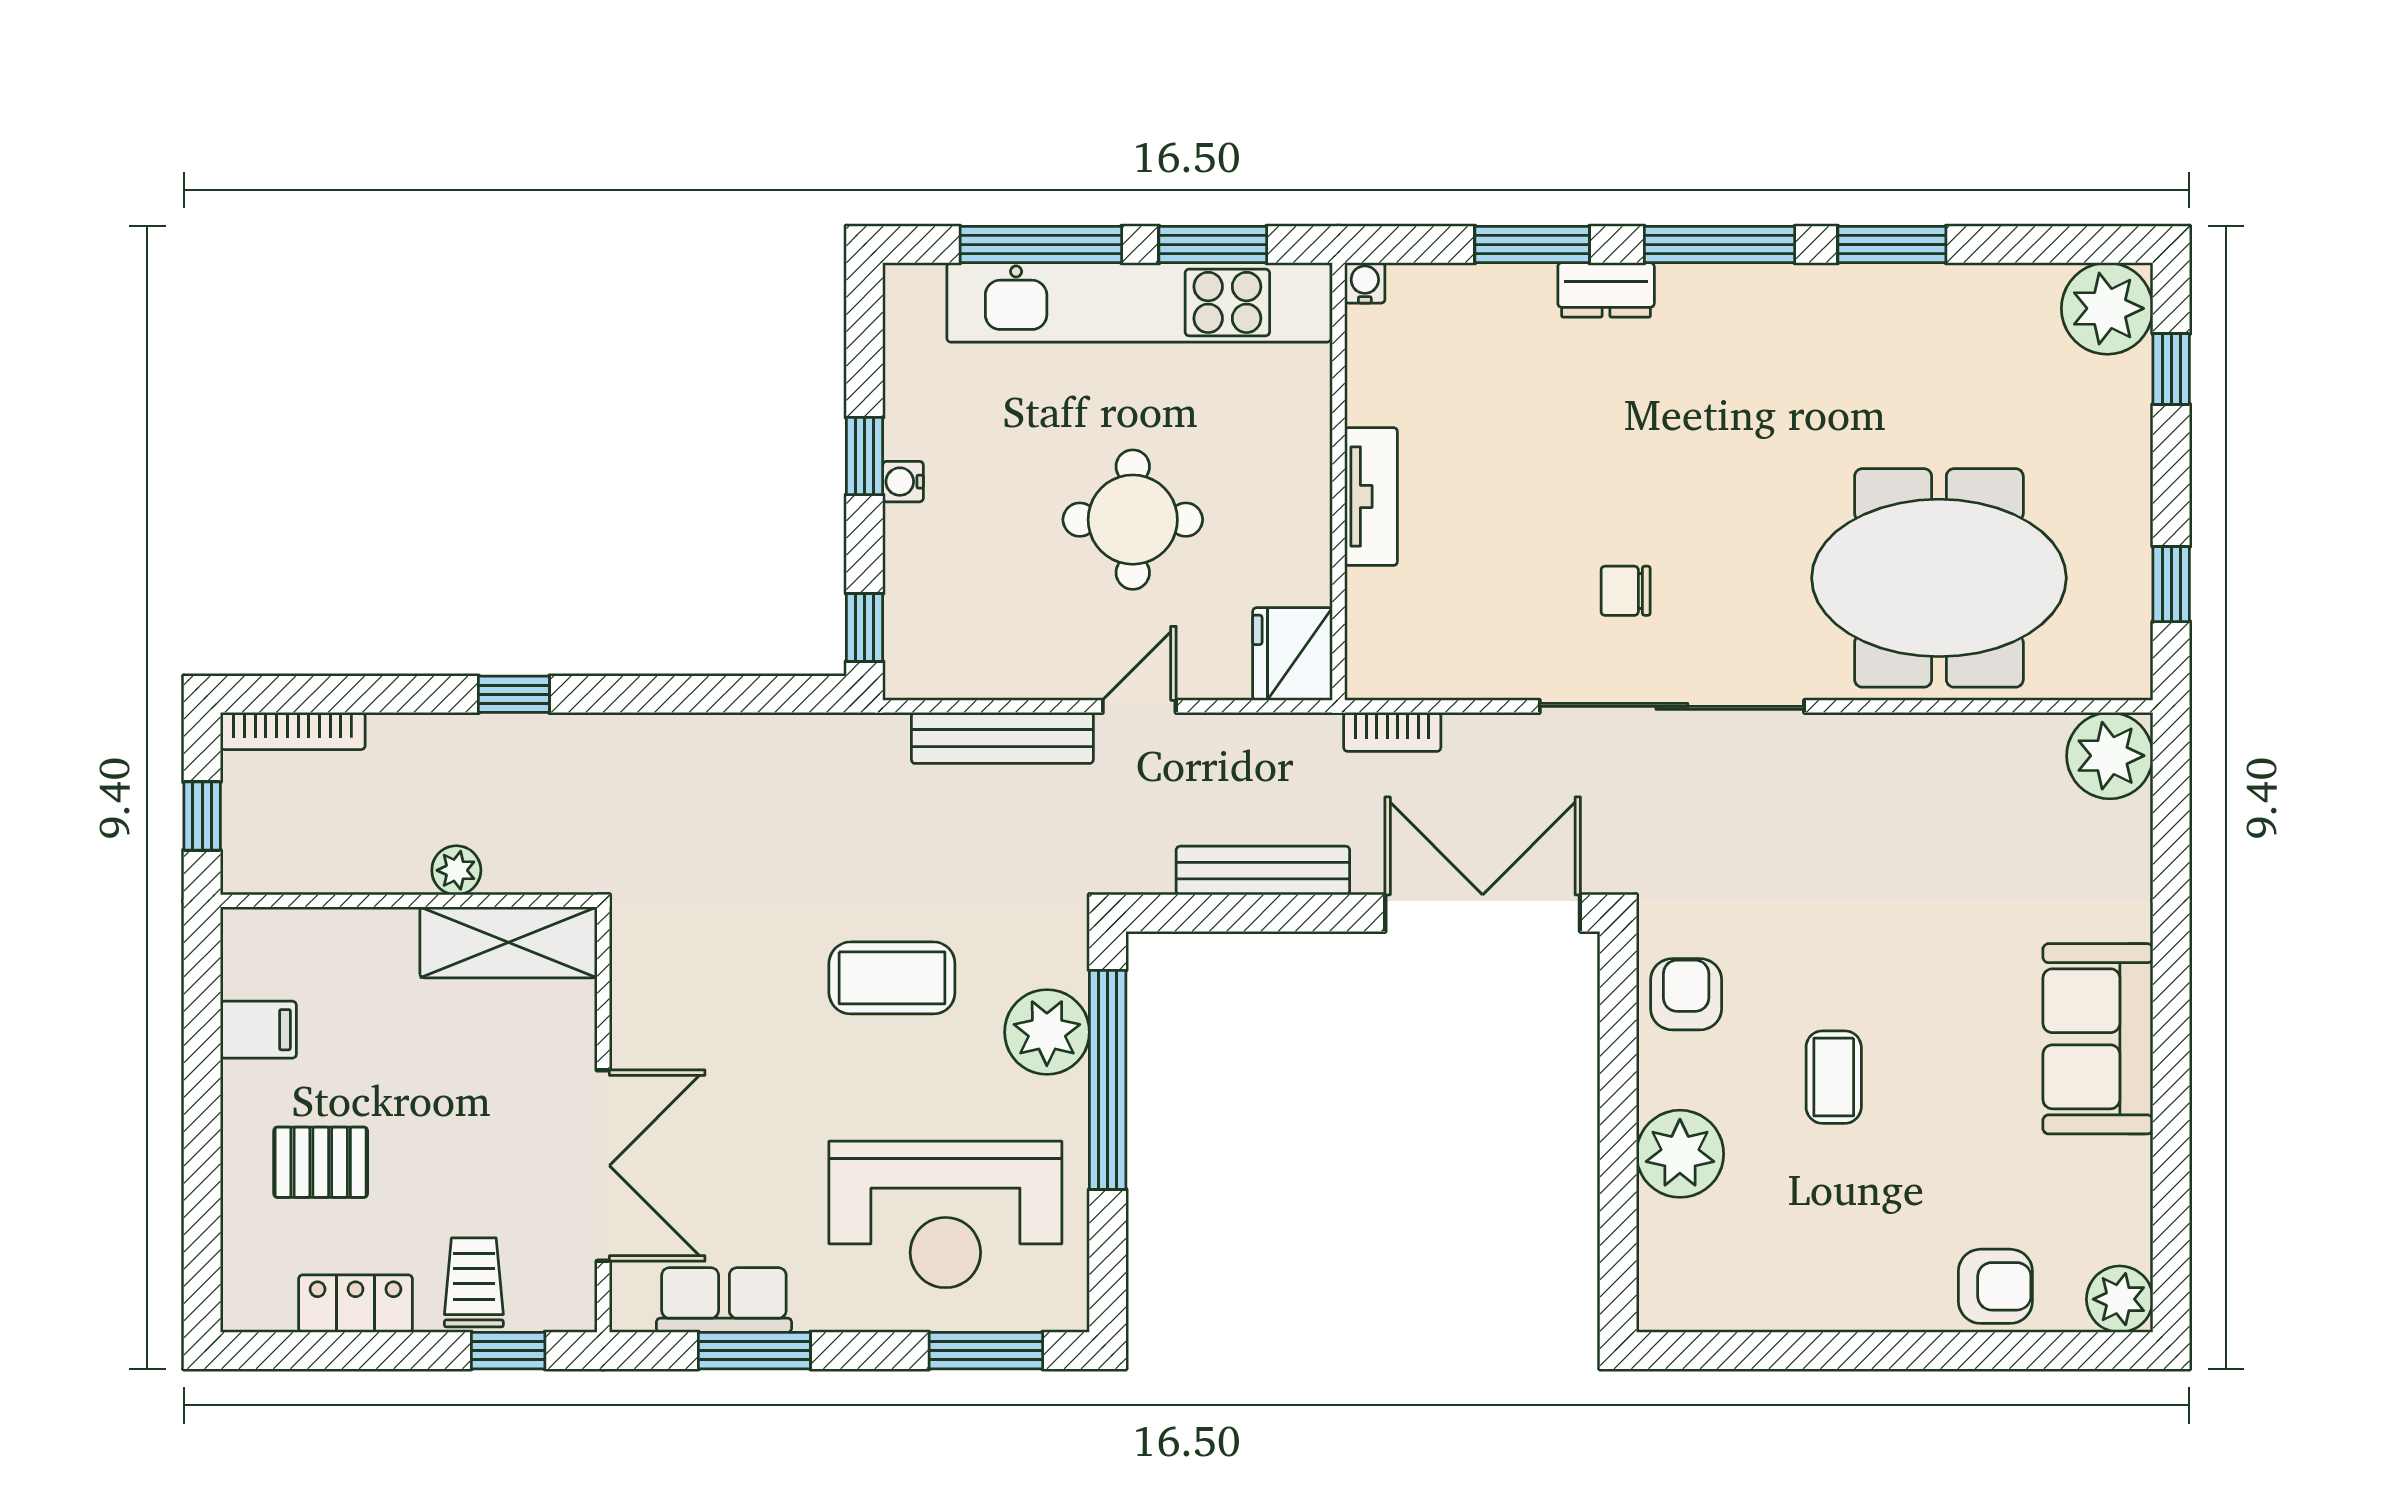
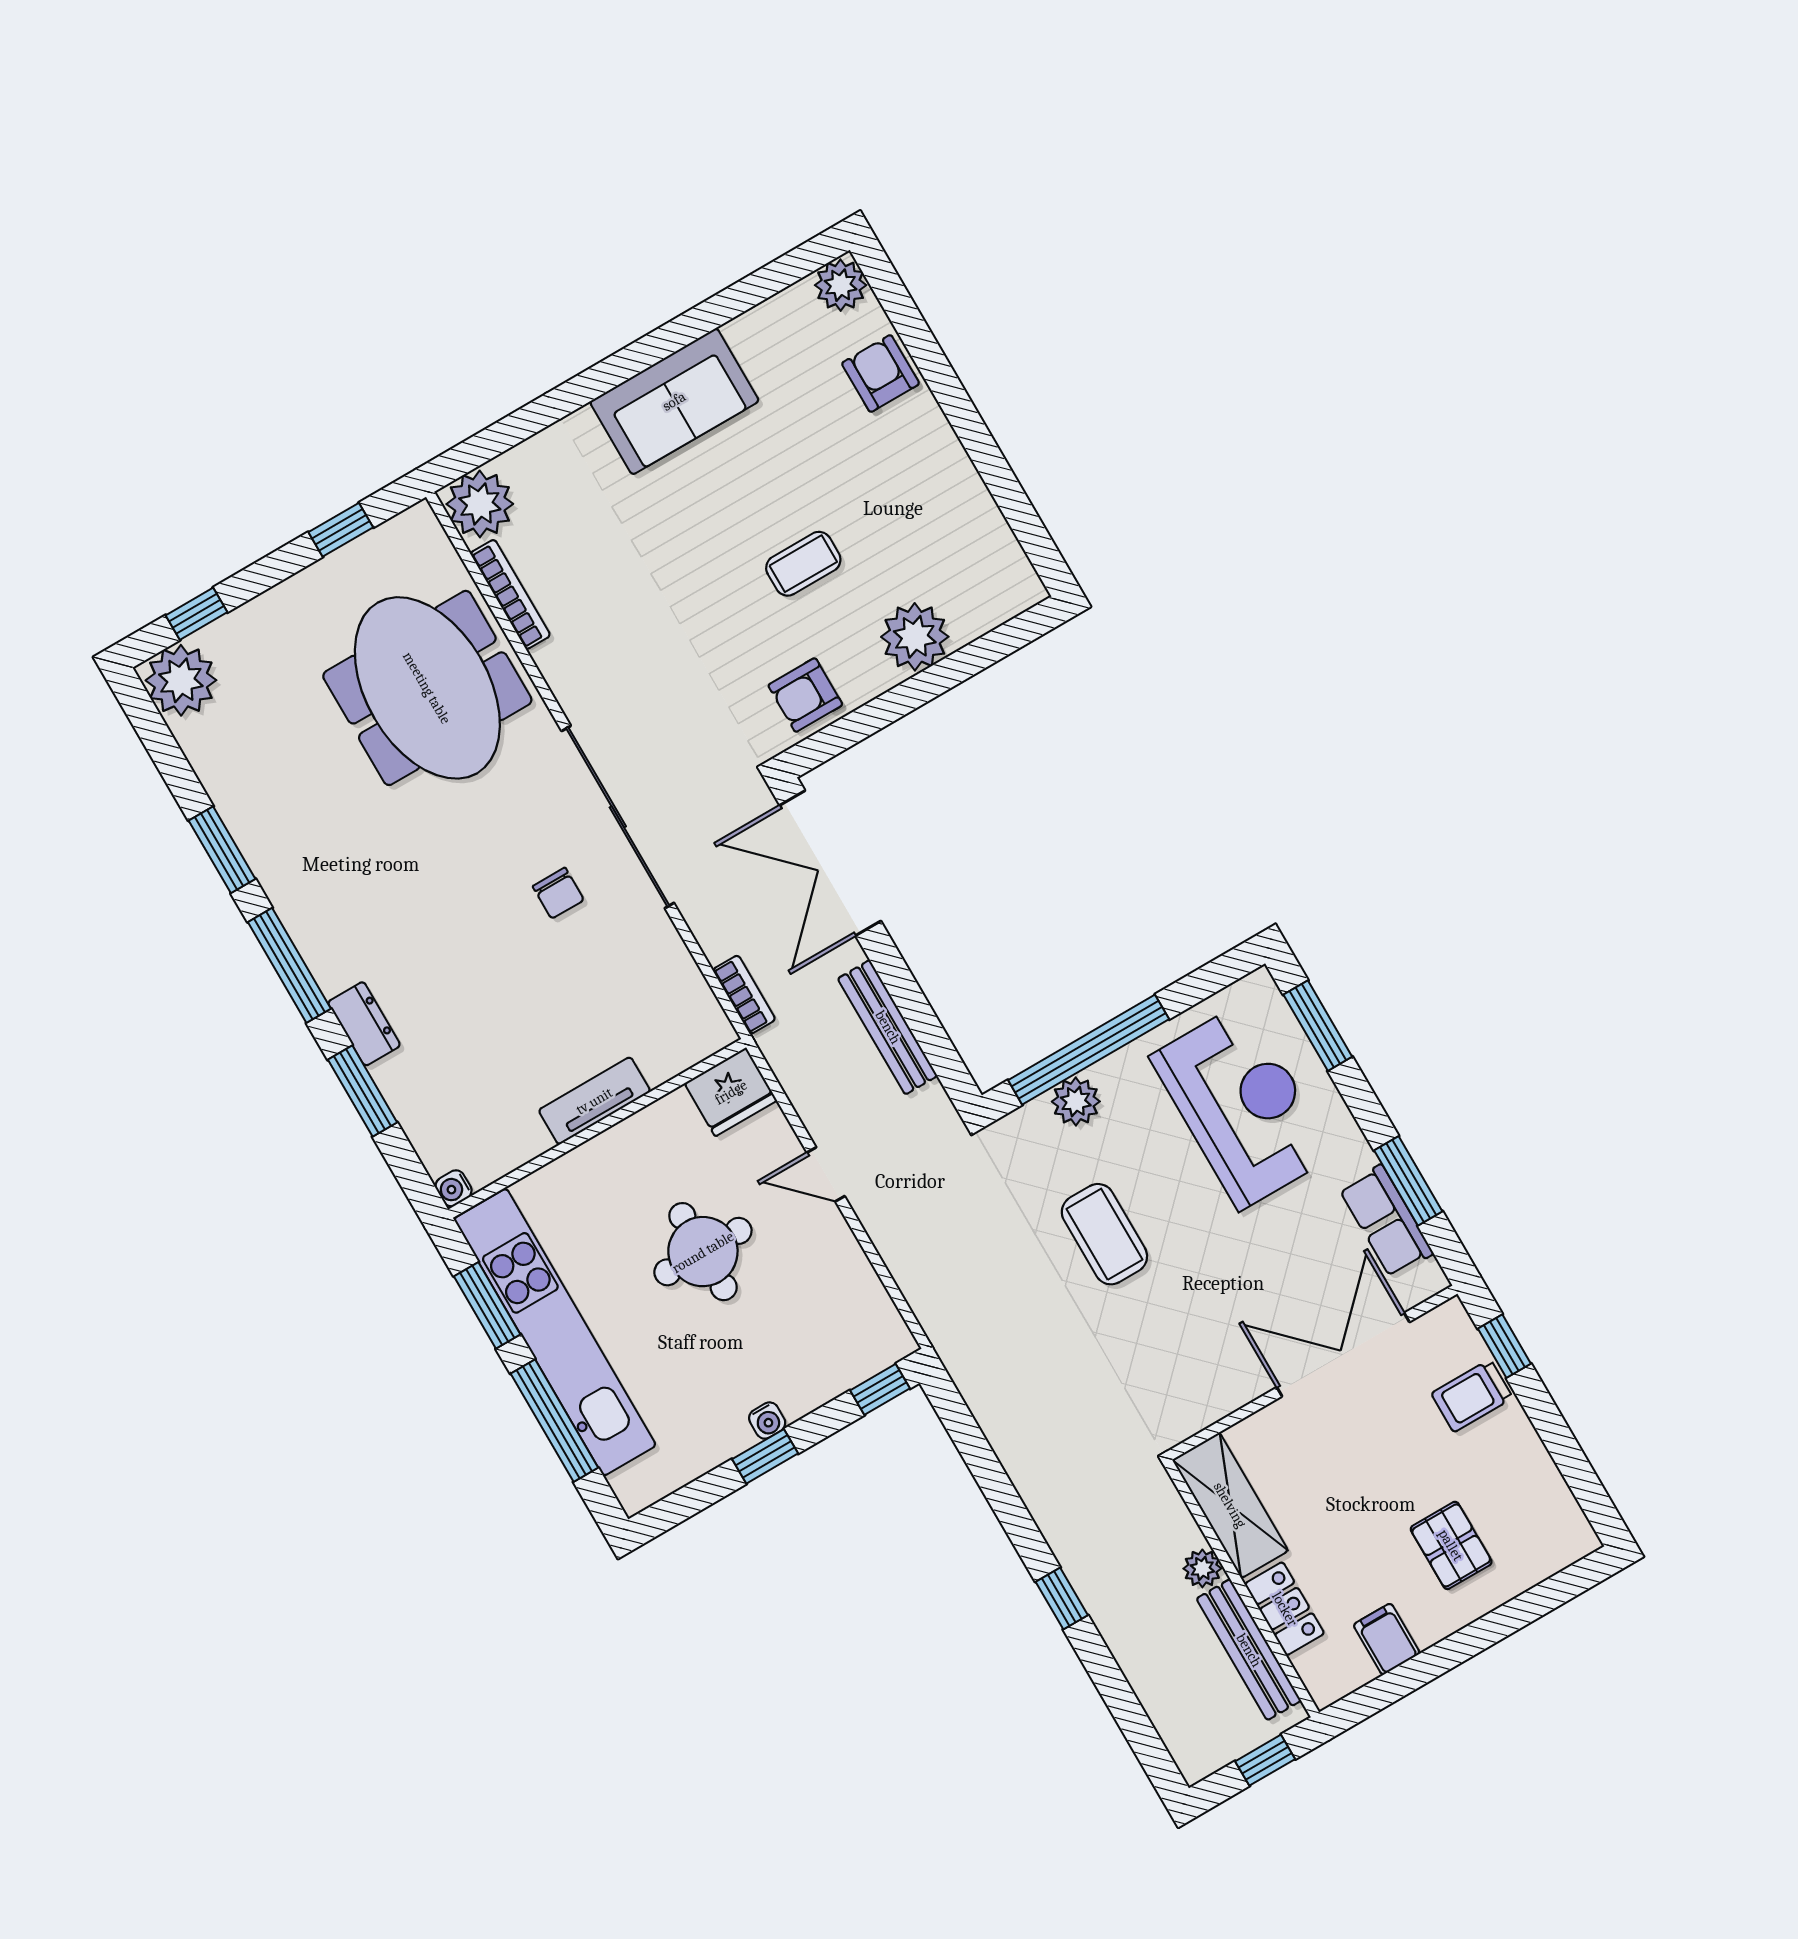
bookcase: (293, 731) -> (510, 594), moved
bench: (1002, 738) -> (1249, 1650), moved
plant: (1047, 1032) -> (1076, 1101), width x0.73, depth x0.73
locker: (355, 1304) -> (1285, 1609), moved, turned 180

